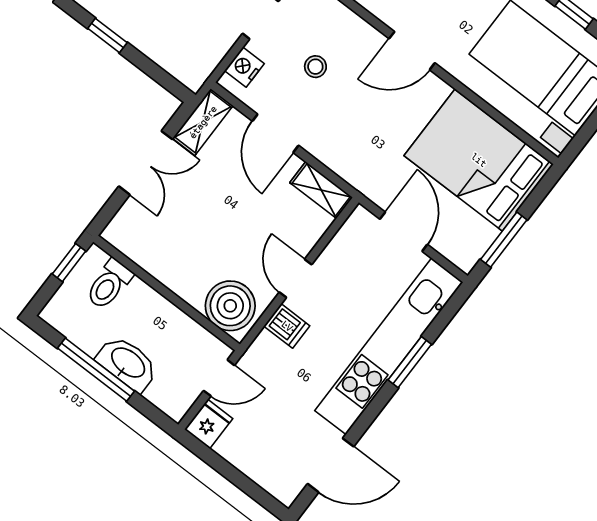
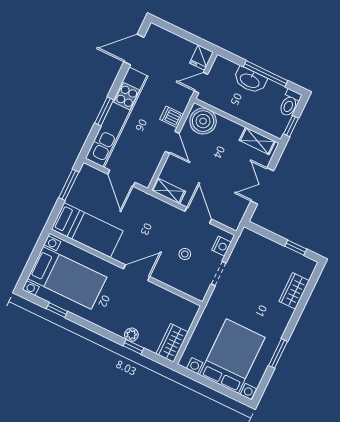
shelving: (203, 122) -> (257, 141), moved, turned 90
bed: (479, 160) -> (87, 230), width x0.67
toilet: (109, 284) -> (290, 103), moved, turned 180

